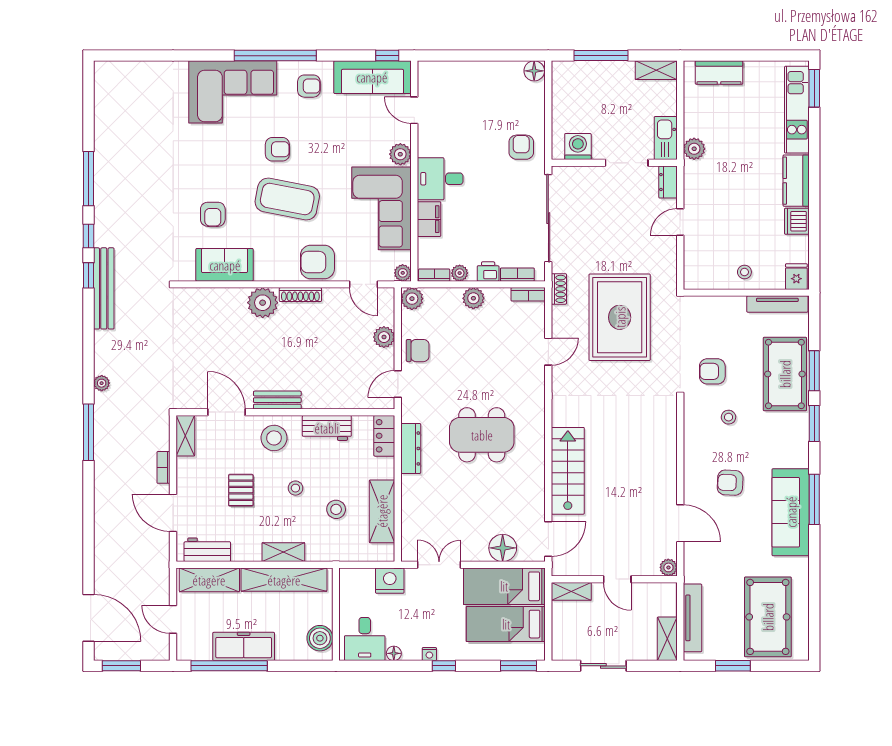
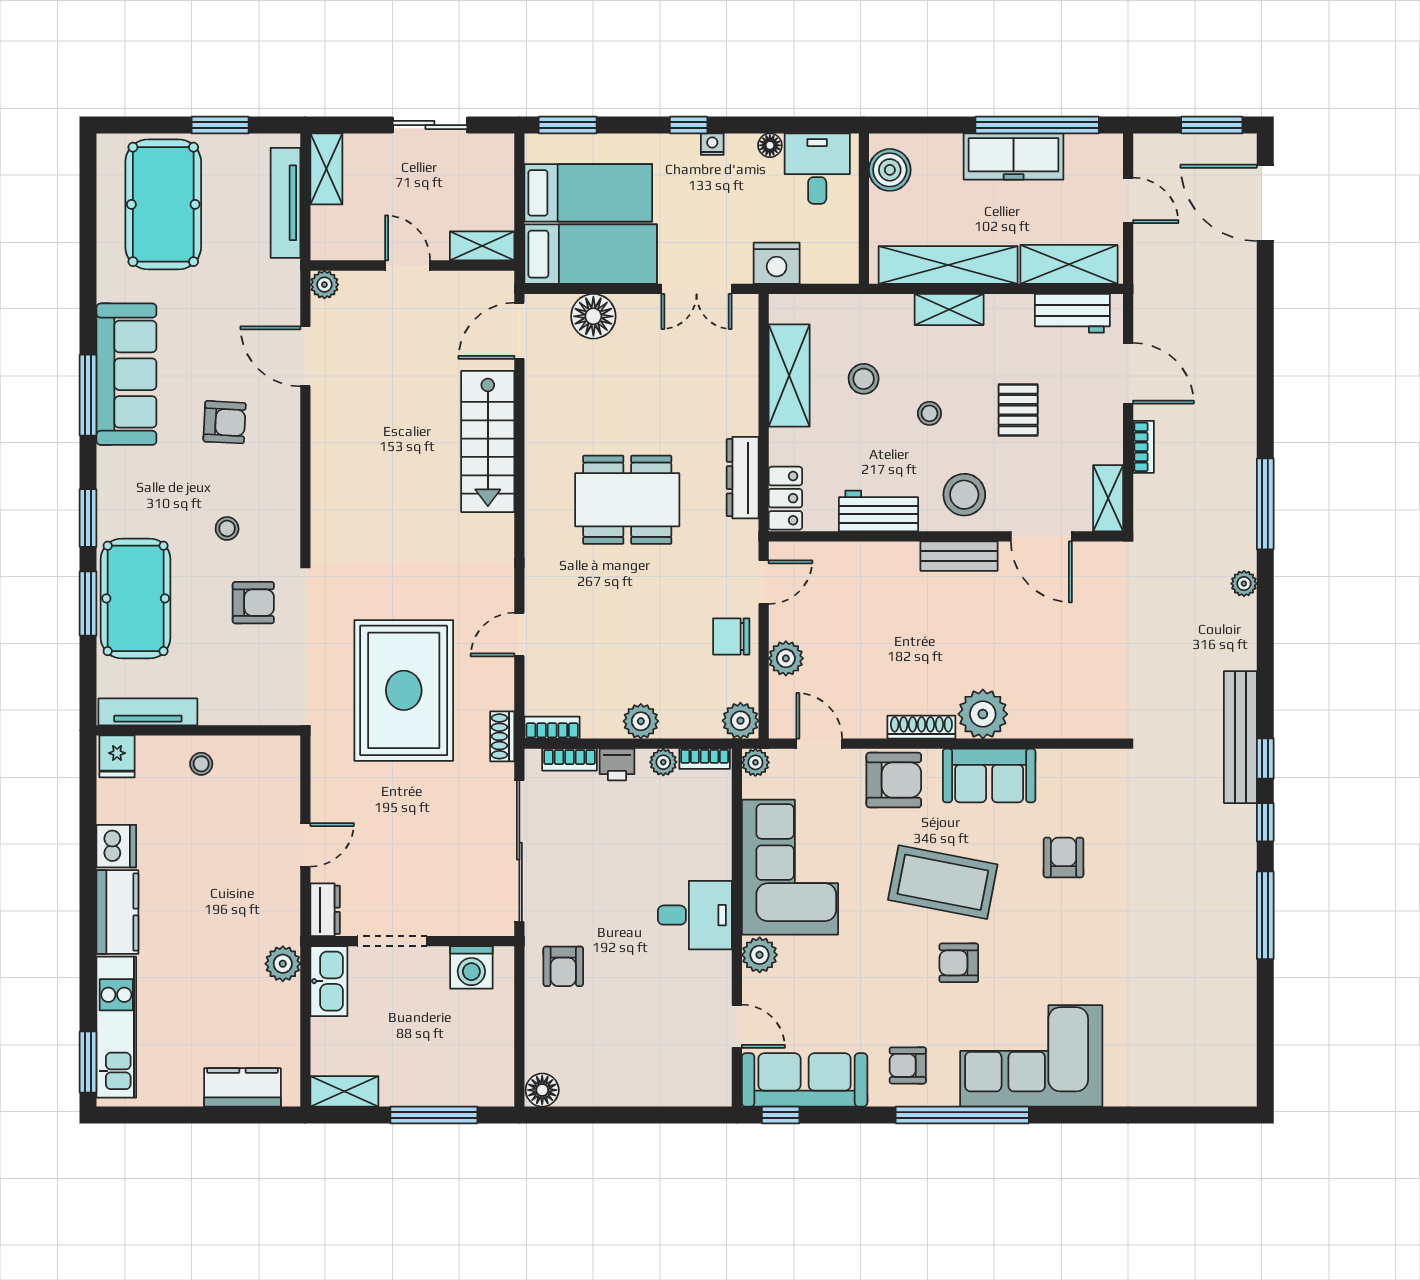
filing cabinet: (429, 219) -> (713, 850), removed
sofa: (225, 265) -> (989, 776), moved

